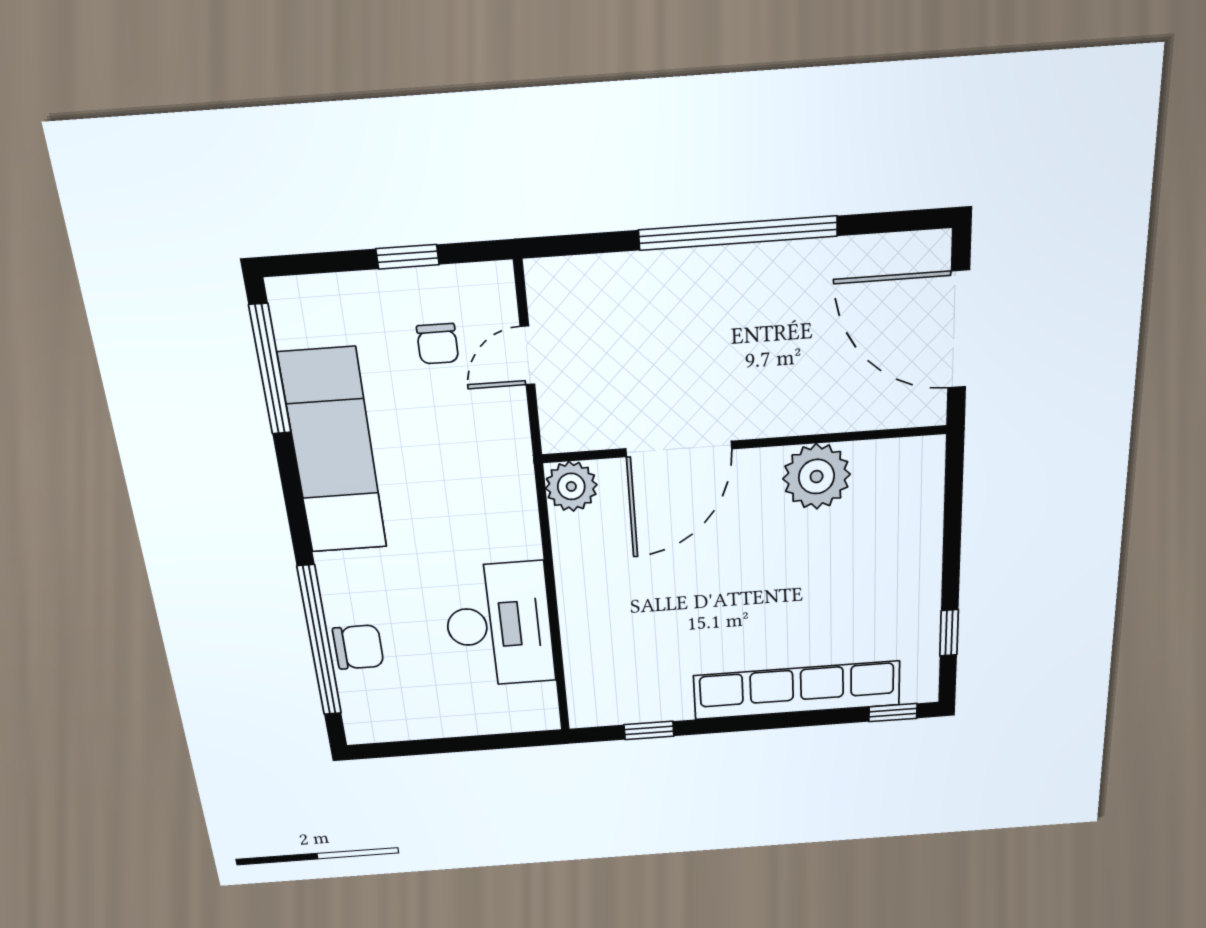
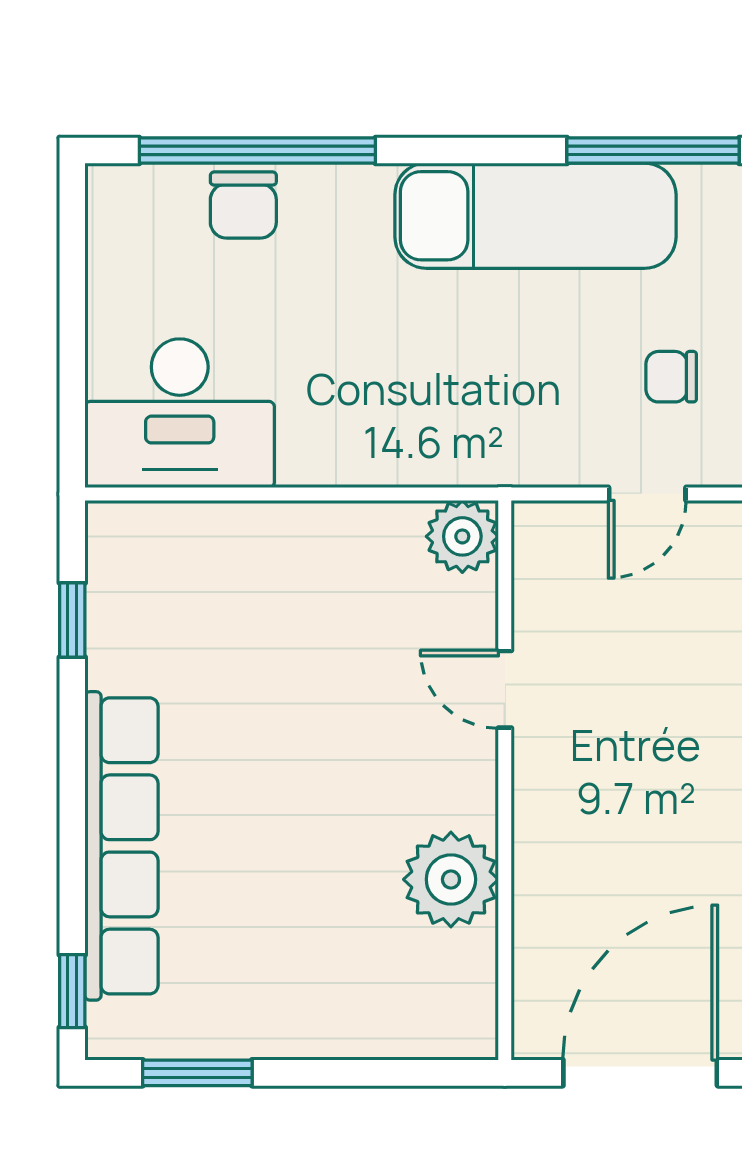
door: (527, 355) -> (647, 494), swing flipped
door: (679, 449) -> (505, 689), width x0.53
desk: (499, 625) -> (180, 413), moved
window: (949, 633) -> (197, 1073), width x1.50

